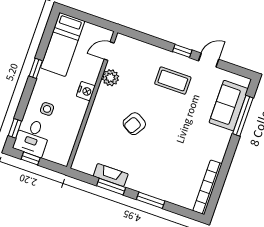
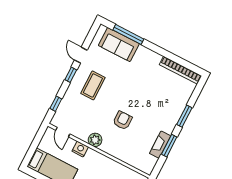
window: (143, 37) -> (56, 104), added
plant: (110, 78) -> (95, 140), moved
nightstand: (86, 91) -> (80, 149), moved
armchair: (134, 124) -> (122, 120), turned -121

